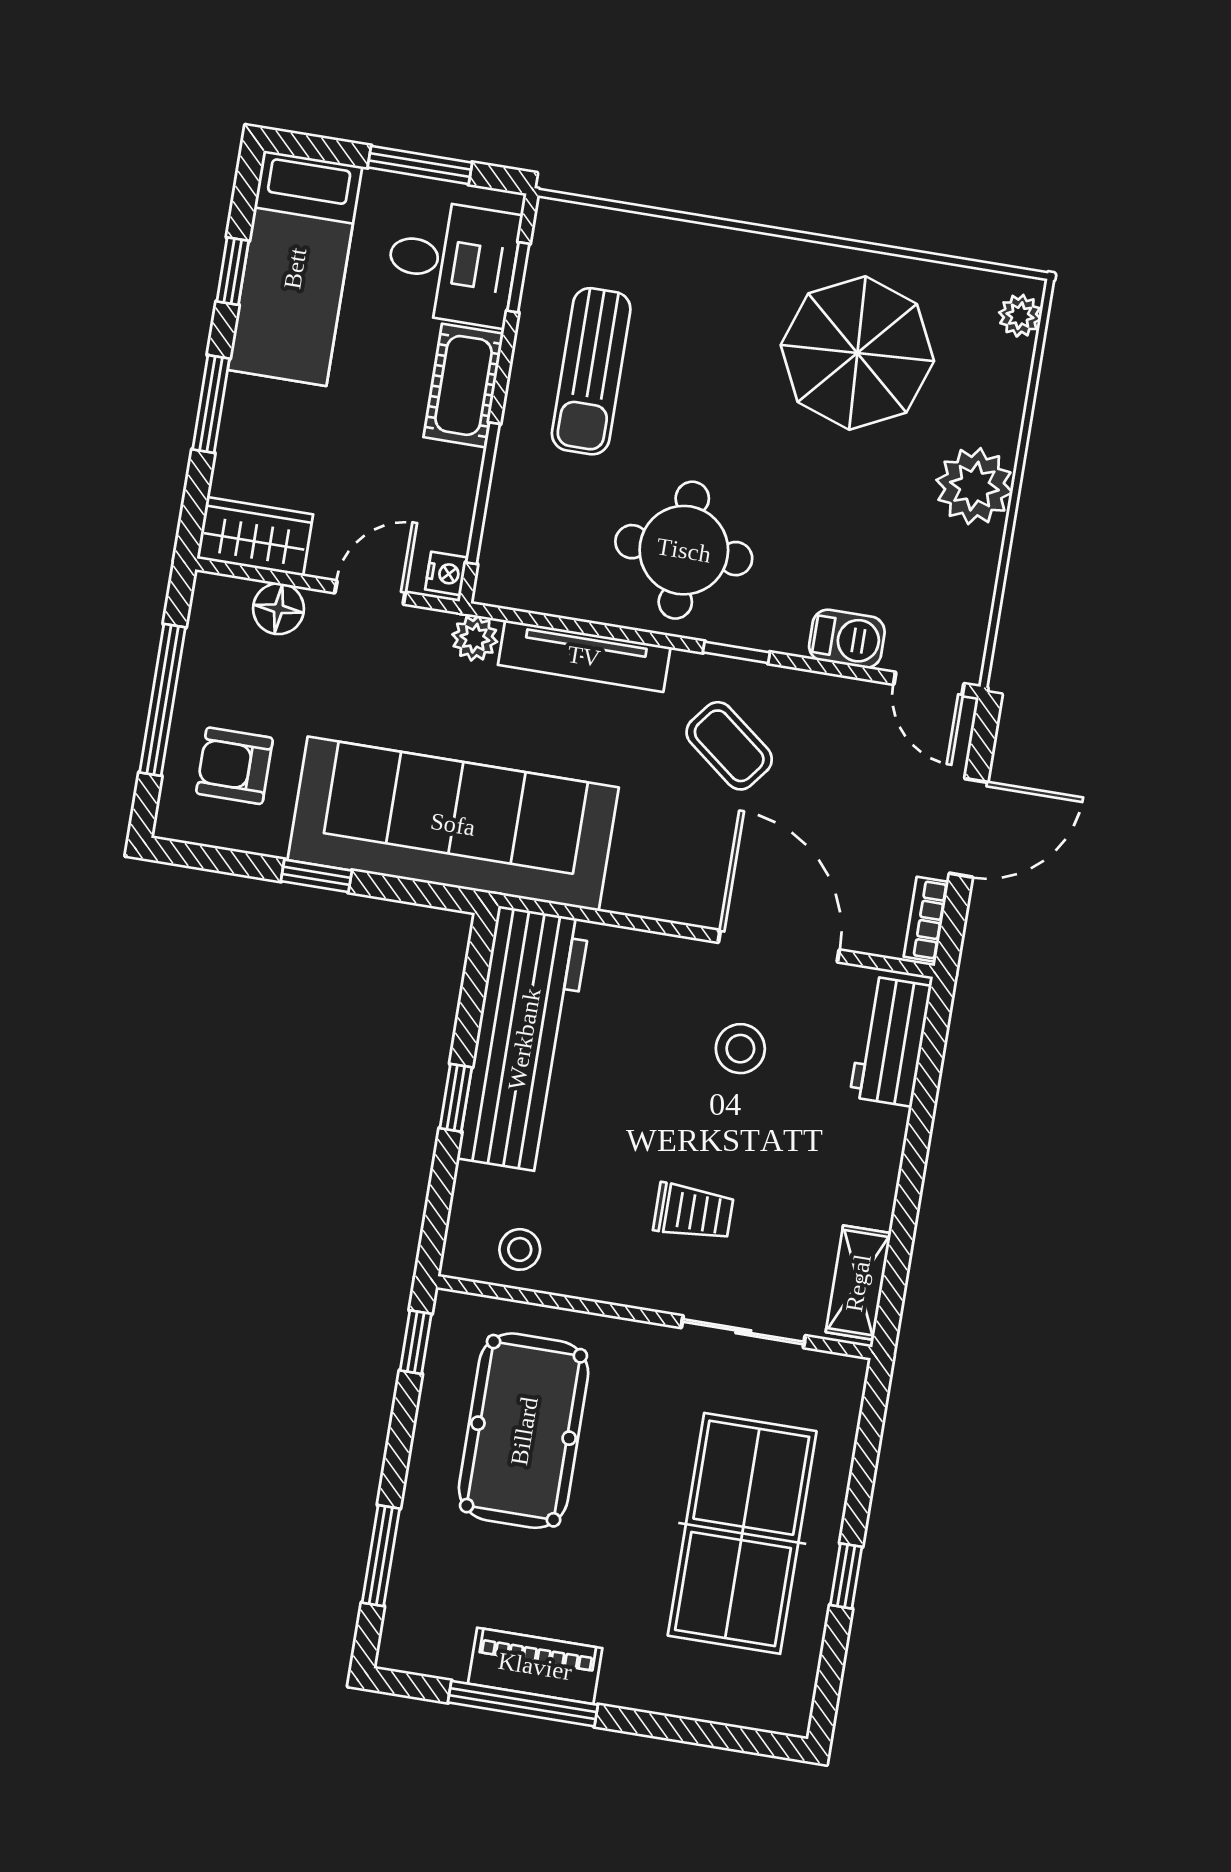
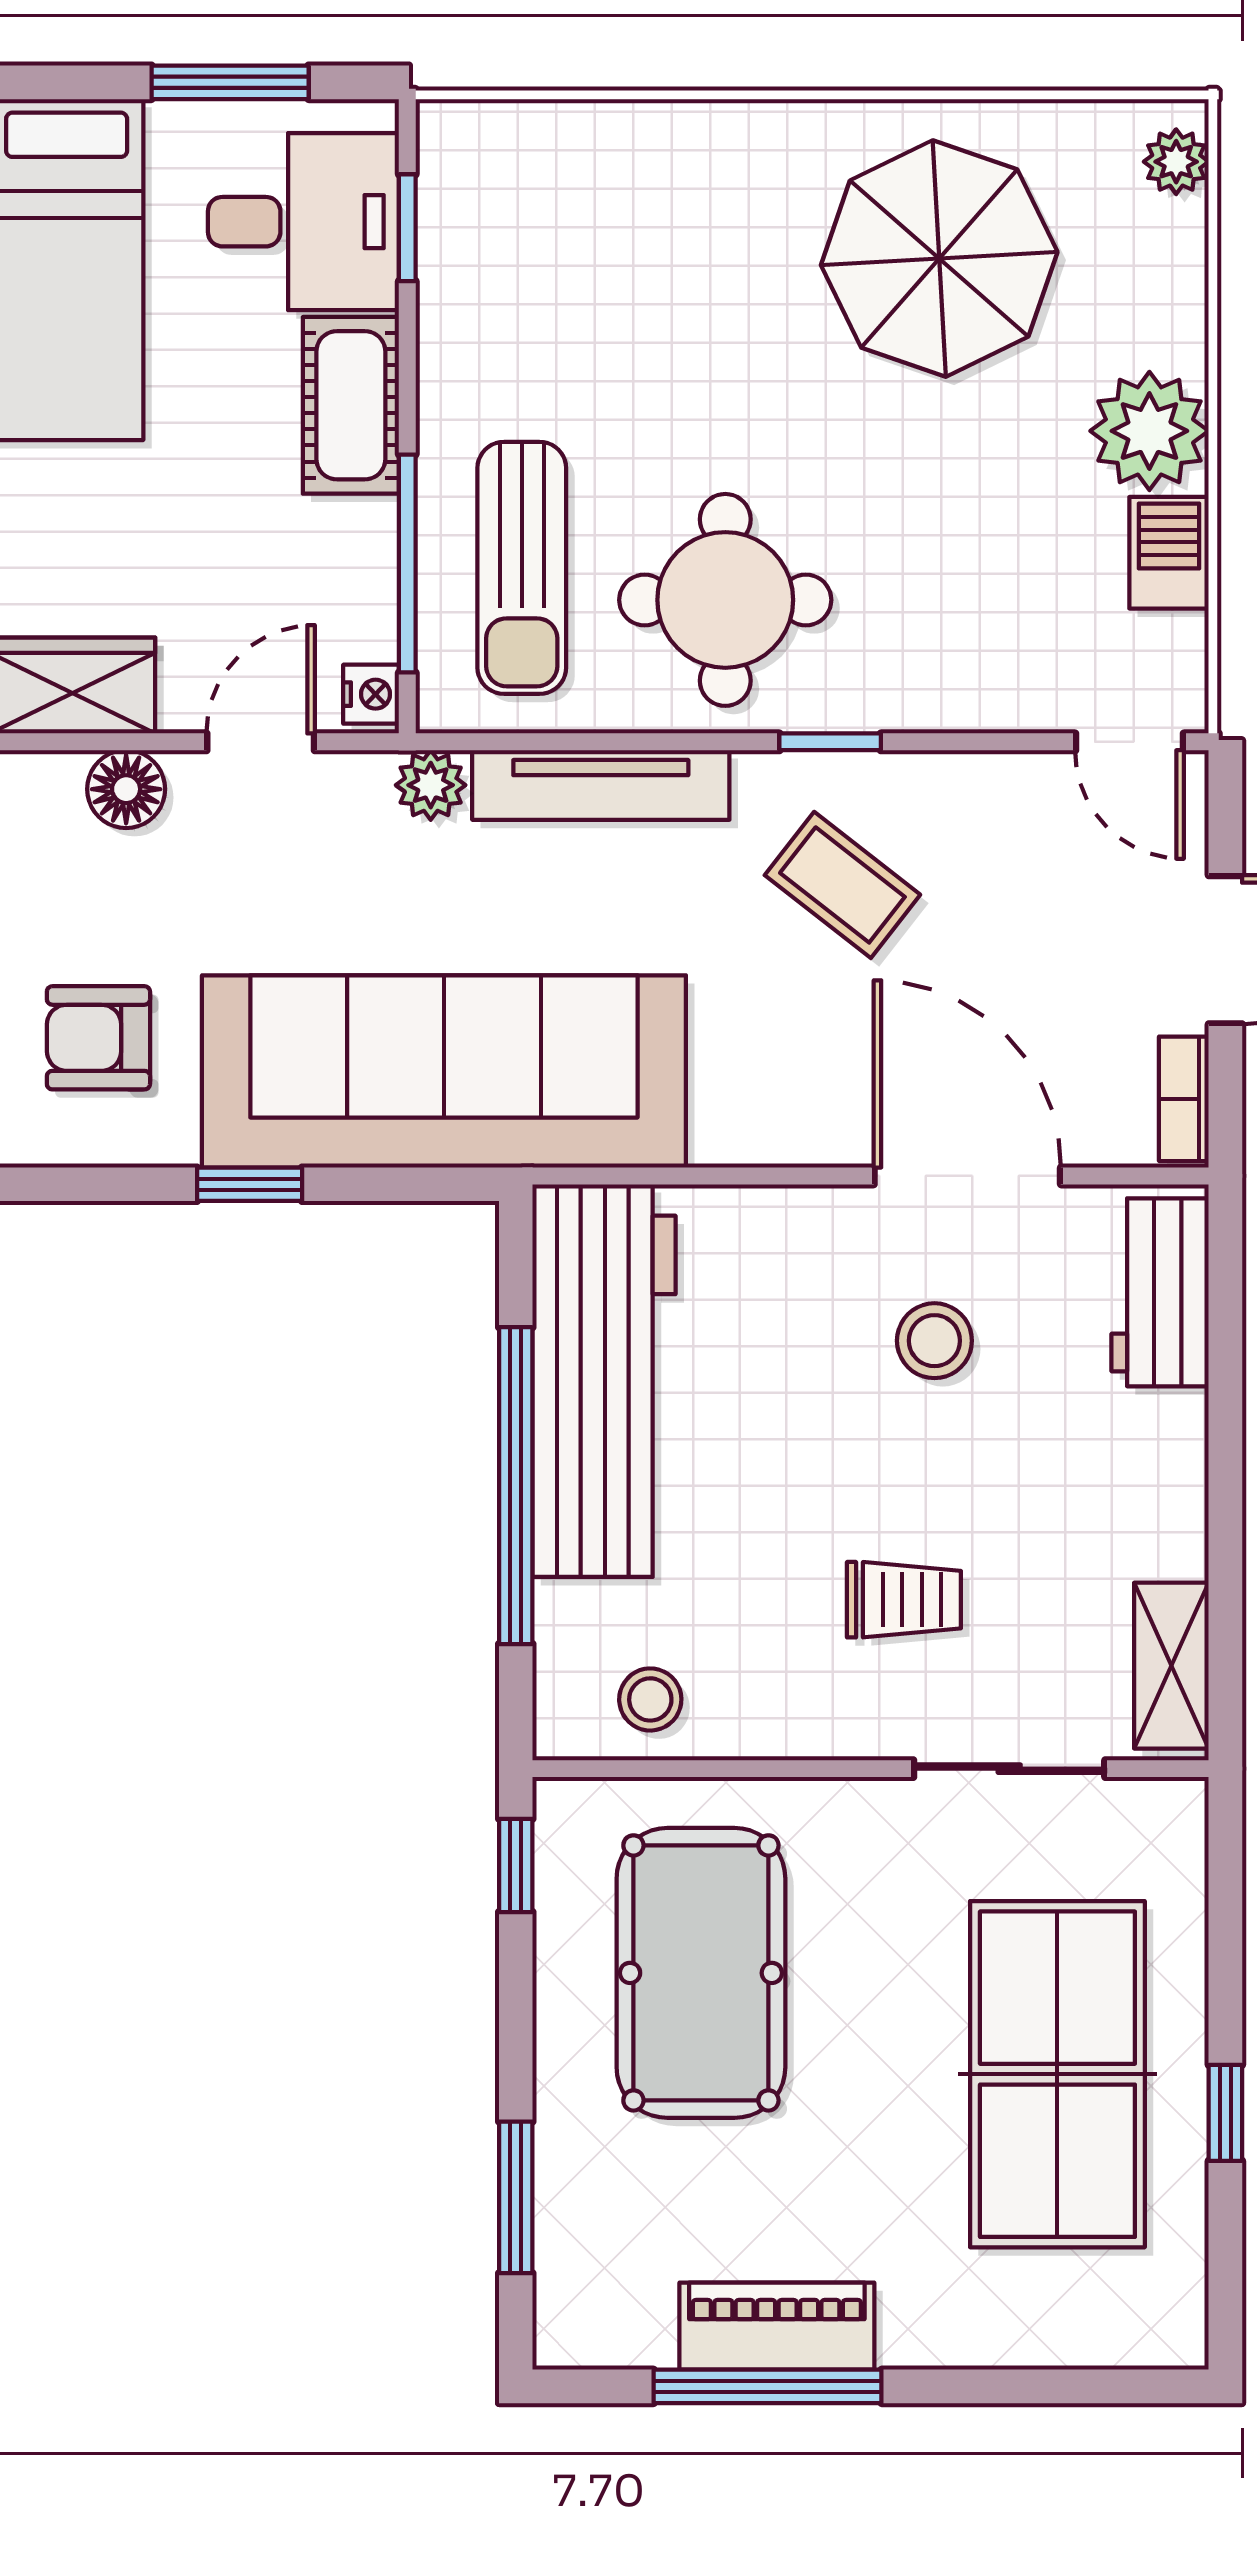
sun lounger: (591, 371) -> (522, 568), moved
barbecue: (847, 639) -> (1169, 553), moved, turned -90
window: (456, 1098) -> (516, 1486), width x3.17

